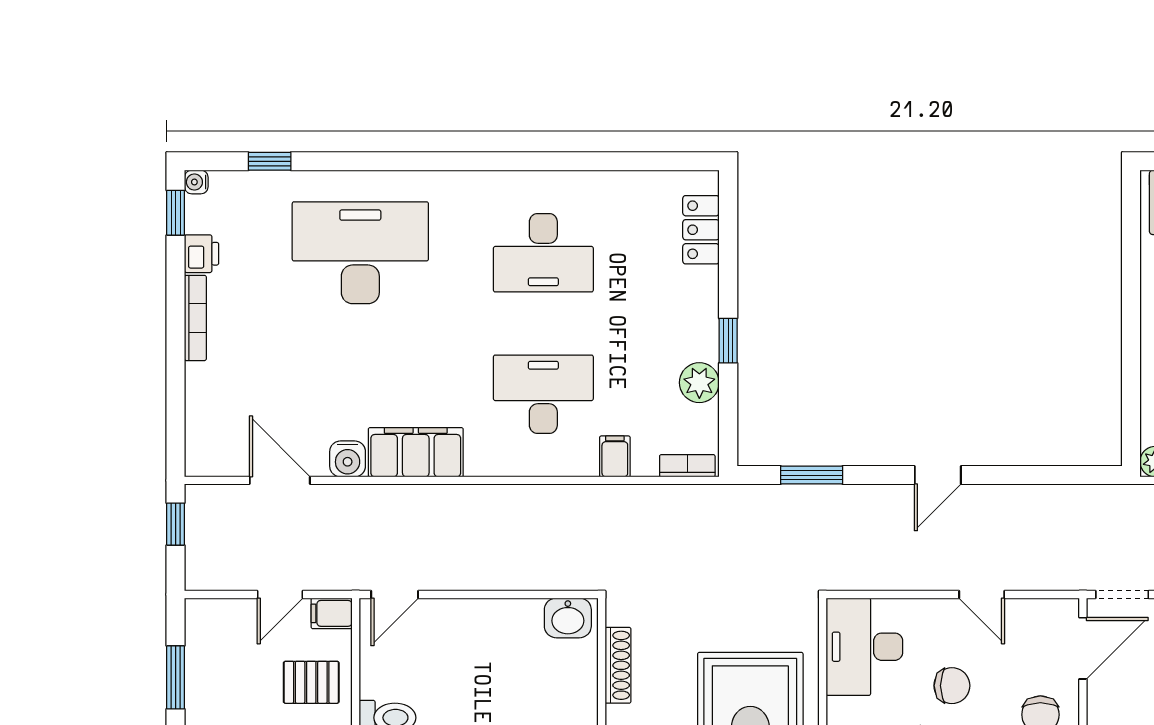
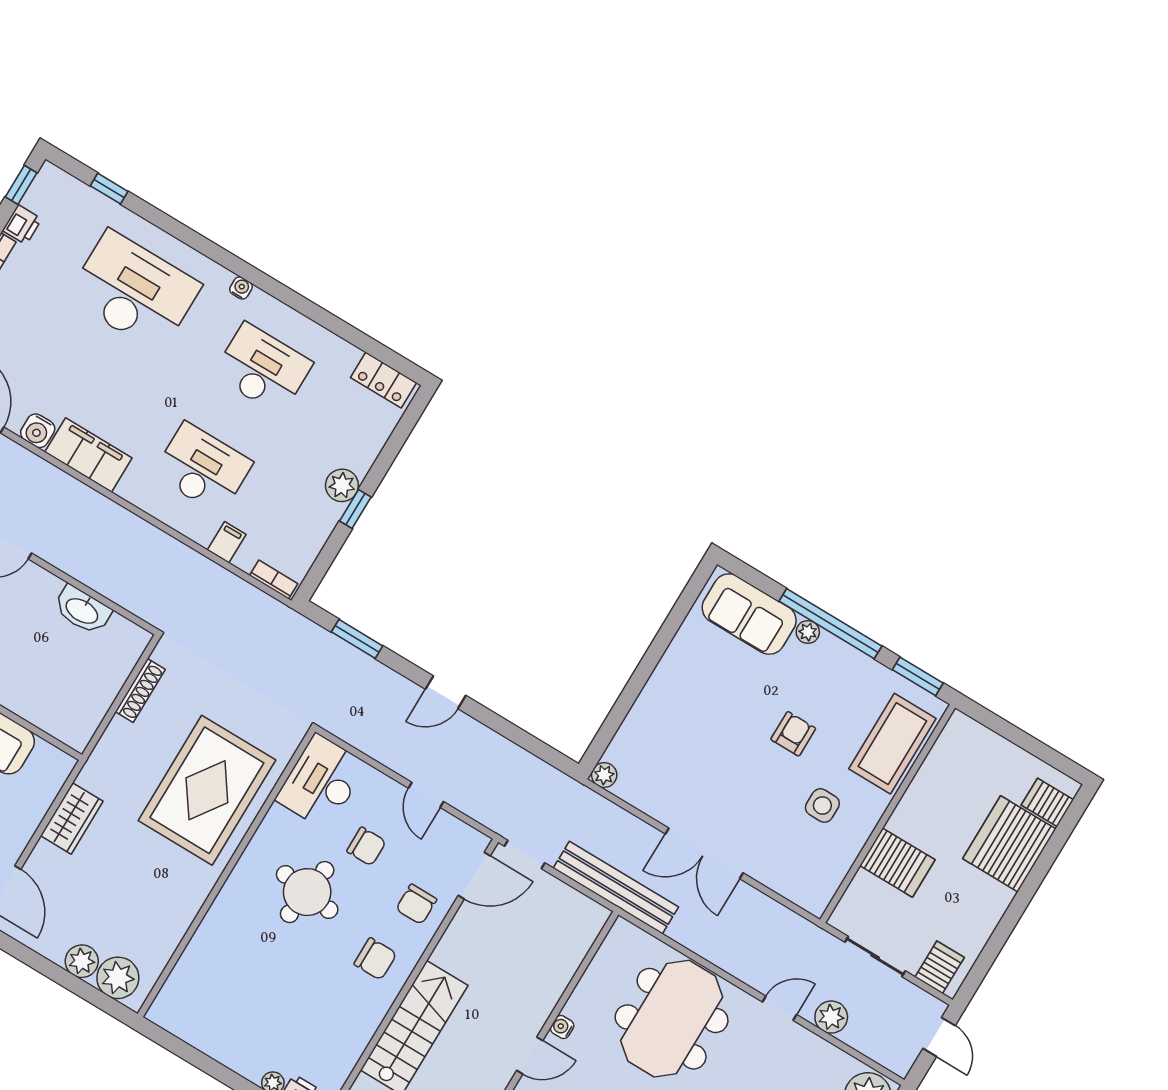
water cooler: (196, 182) -> (241, 288), moved, turned 90
locker: (701, 230) -> (383, 380), moved, turned -90
desk: (543, 253) -> (263, 369), turned 180
plant: (699, 383) -> (342, 485), moved
washbasin: (568, 618) -> (82, 610), moved, width x1.38

